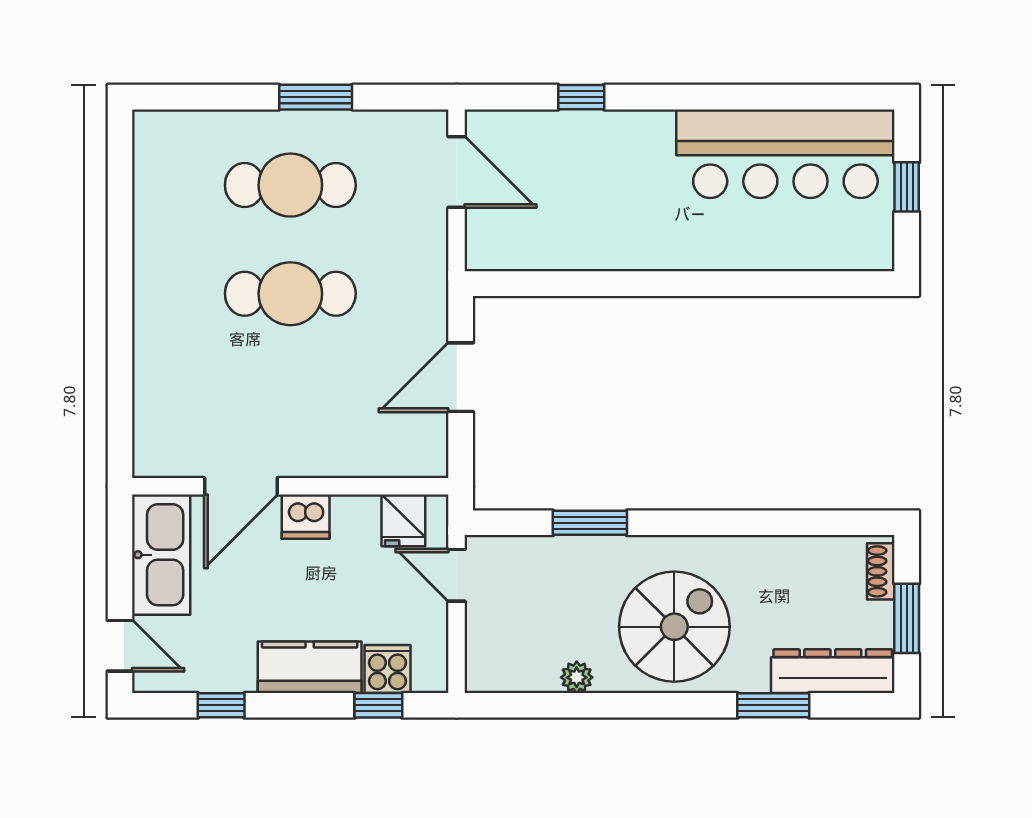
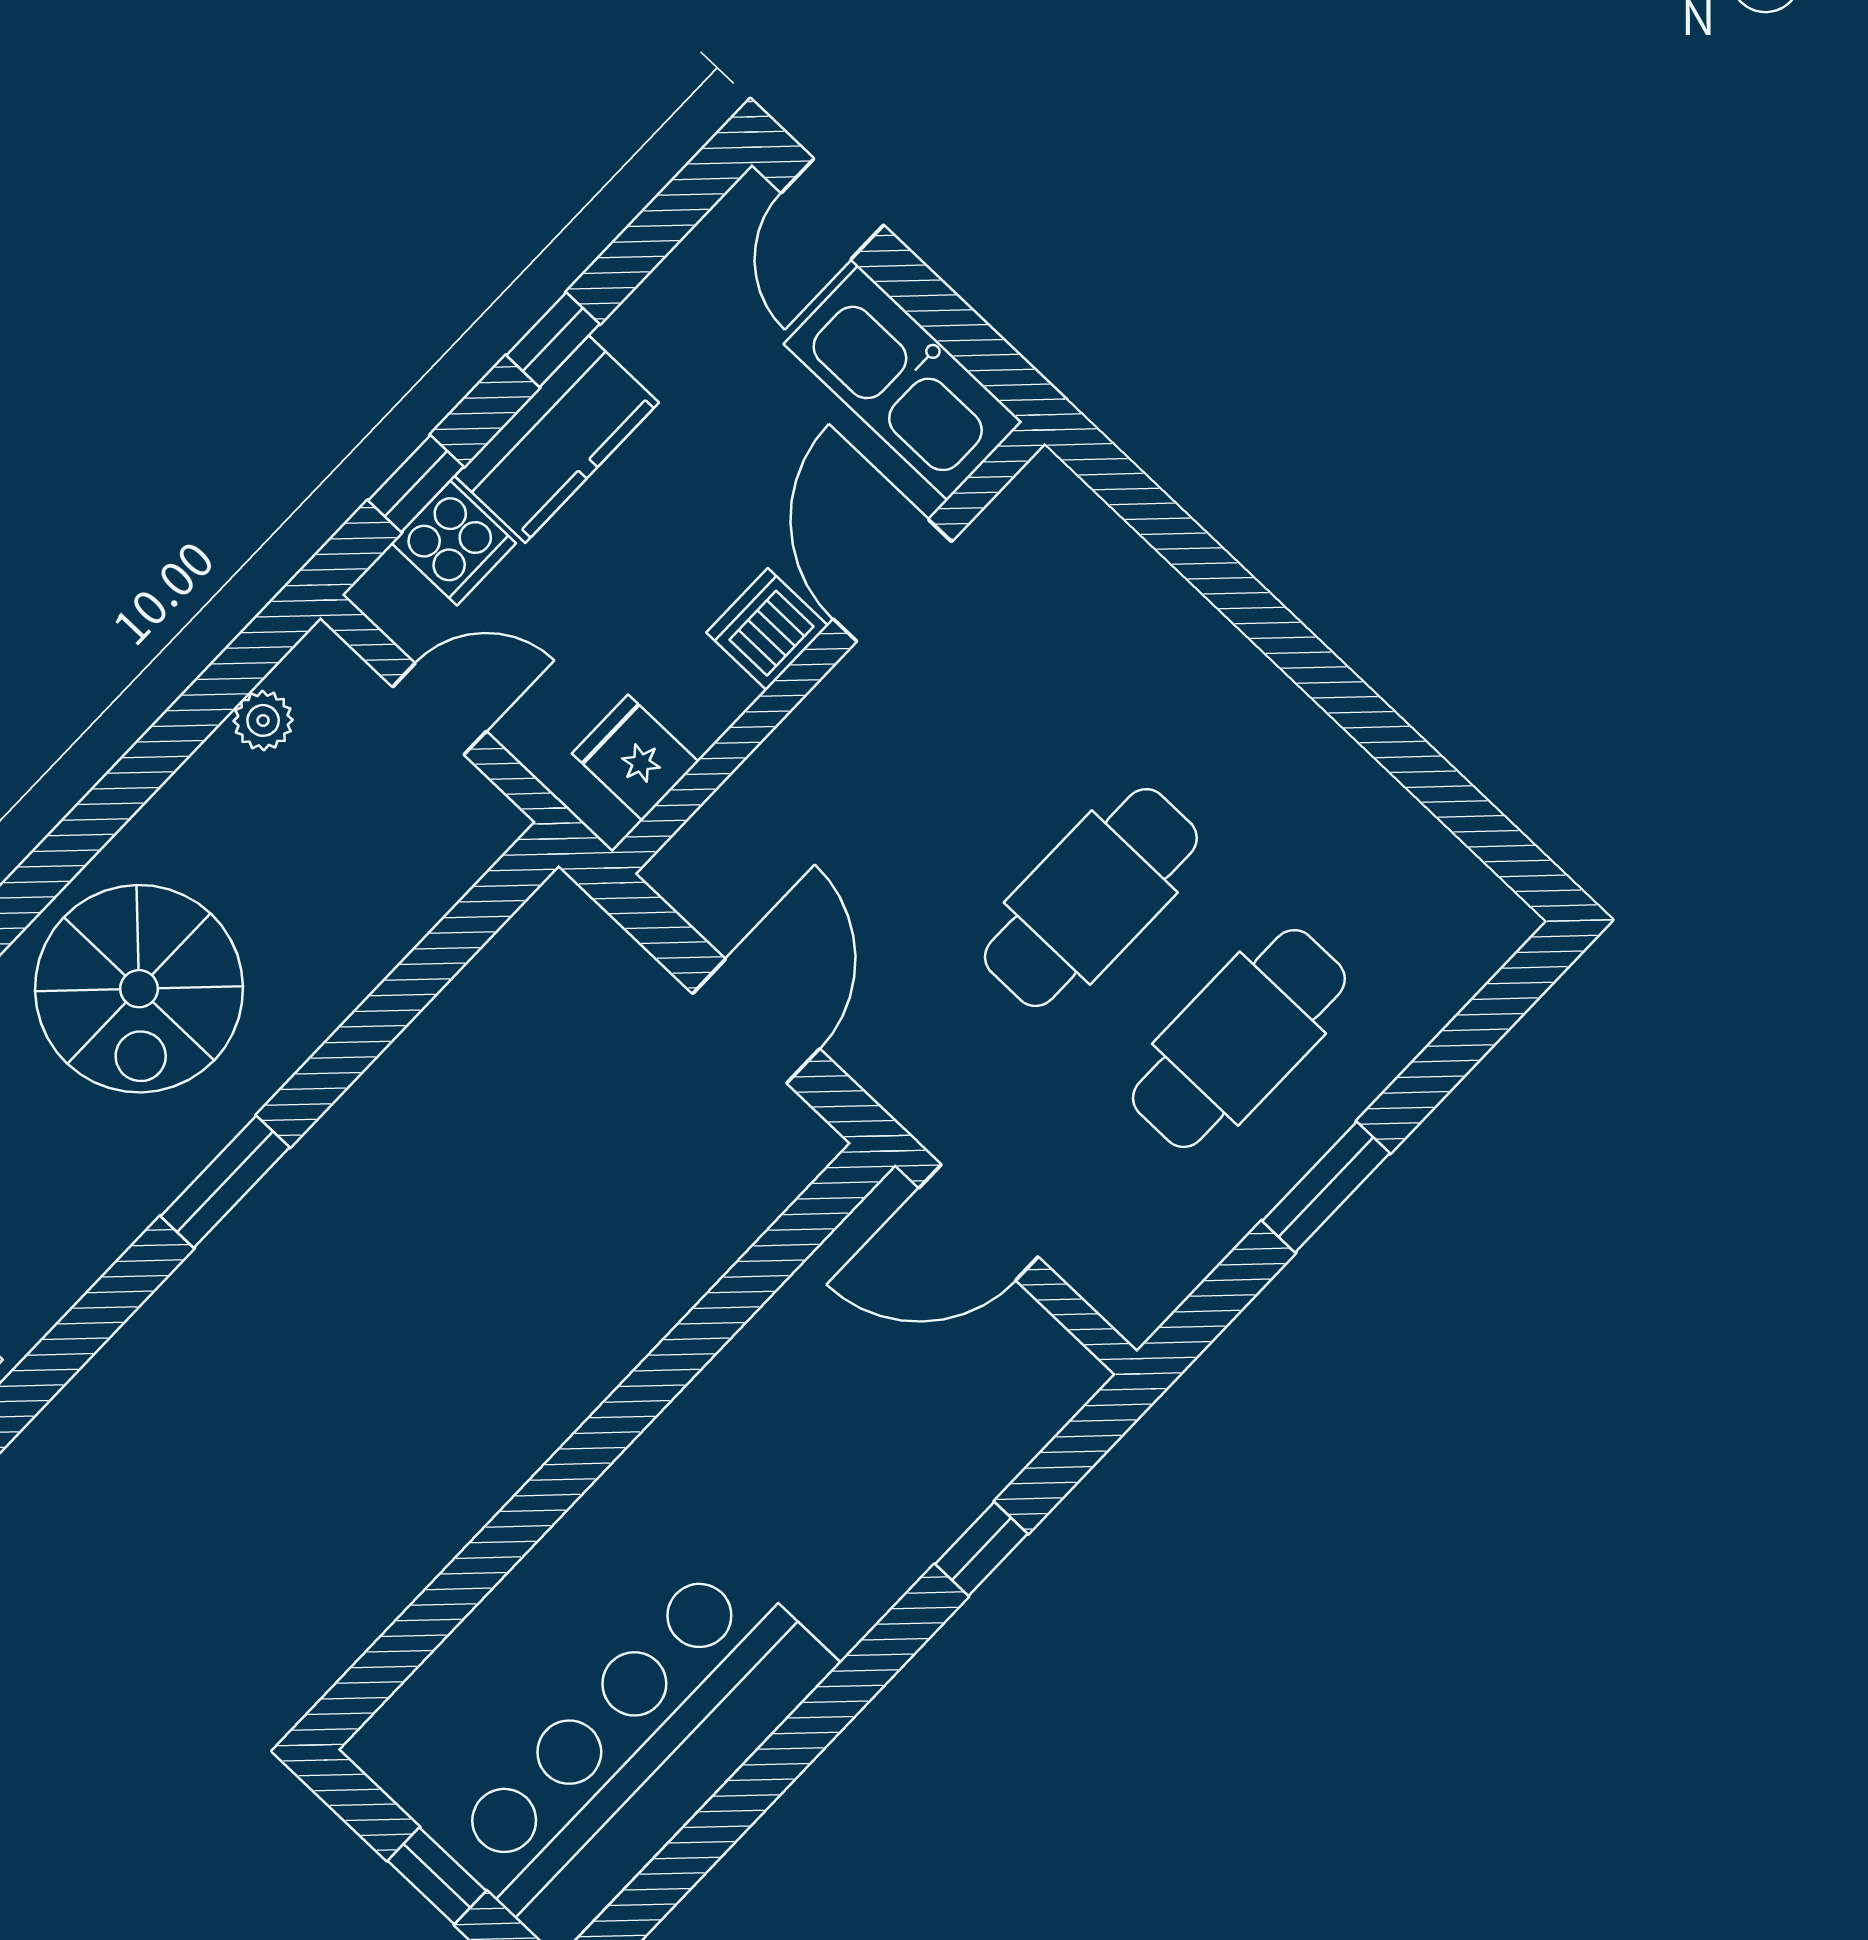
door: (457, 172) -> (978, 1222), moved
window: (590, 523) -> (225, 1182), moved
door: (457, 575) -> (439, 709), moved
door: (120, 646) -> (832, 209), hinge flipped
plant: (577, 677) -> (263, 720), moved
window: (221, 705) -> (553, 340), moved

